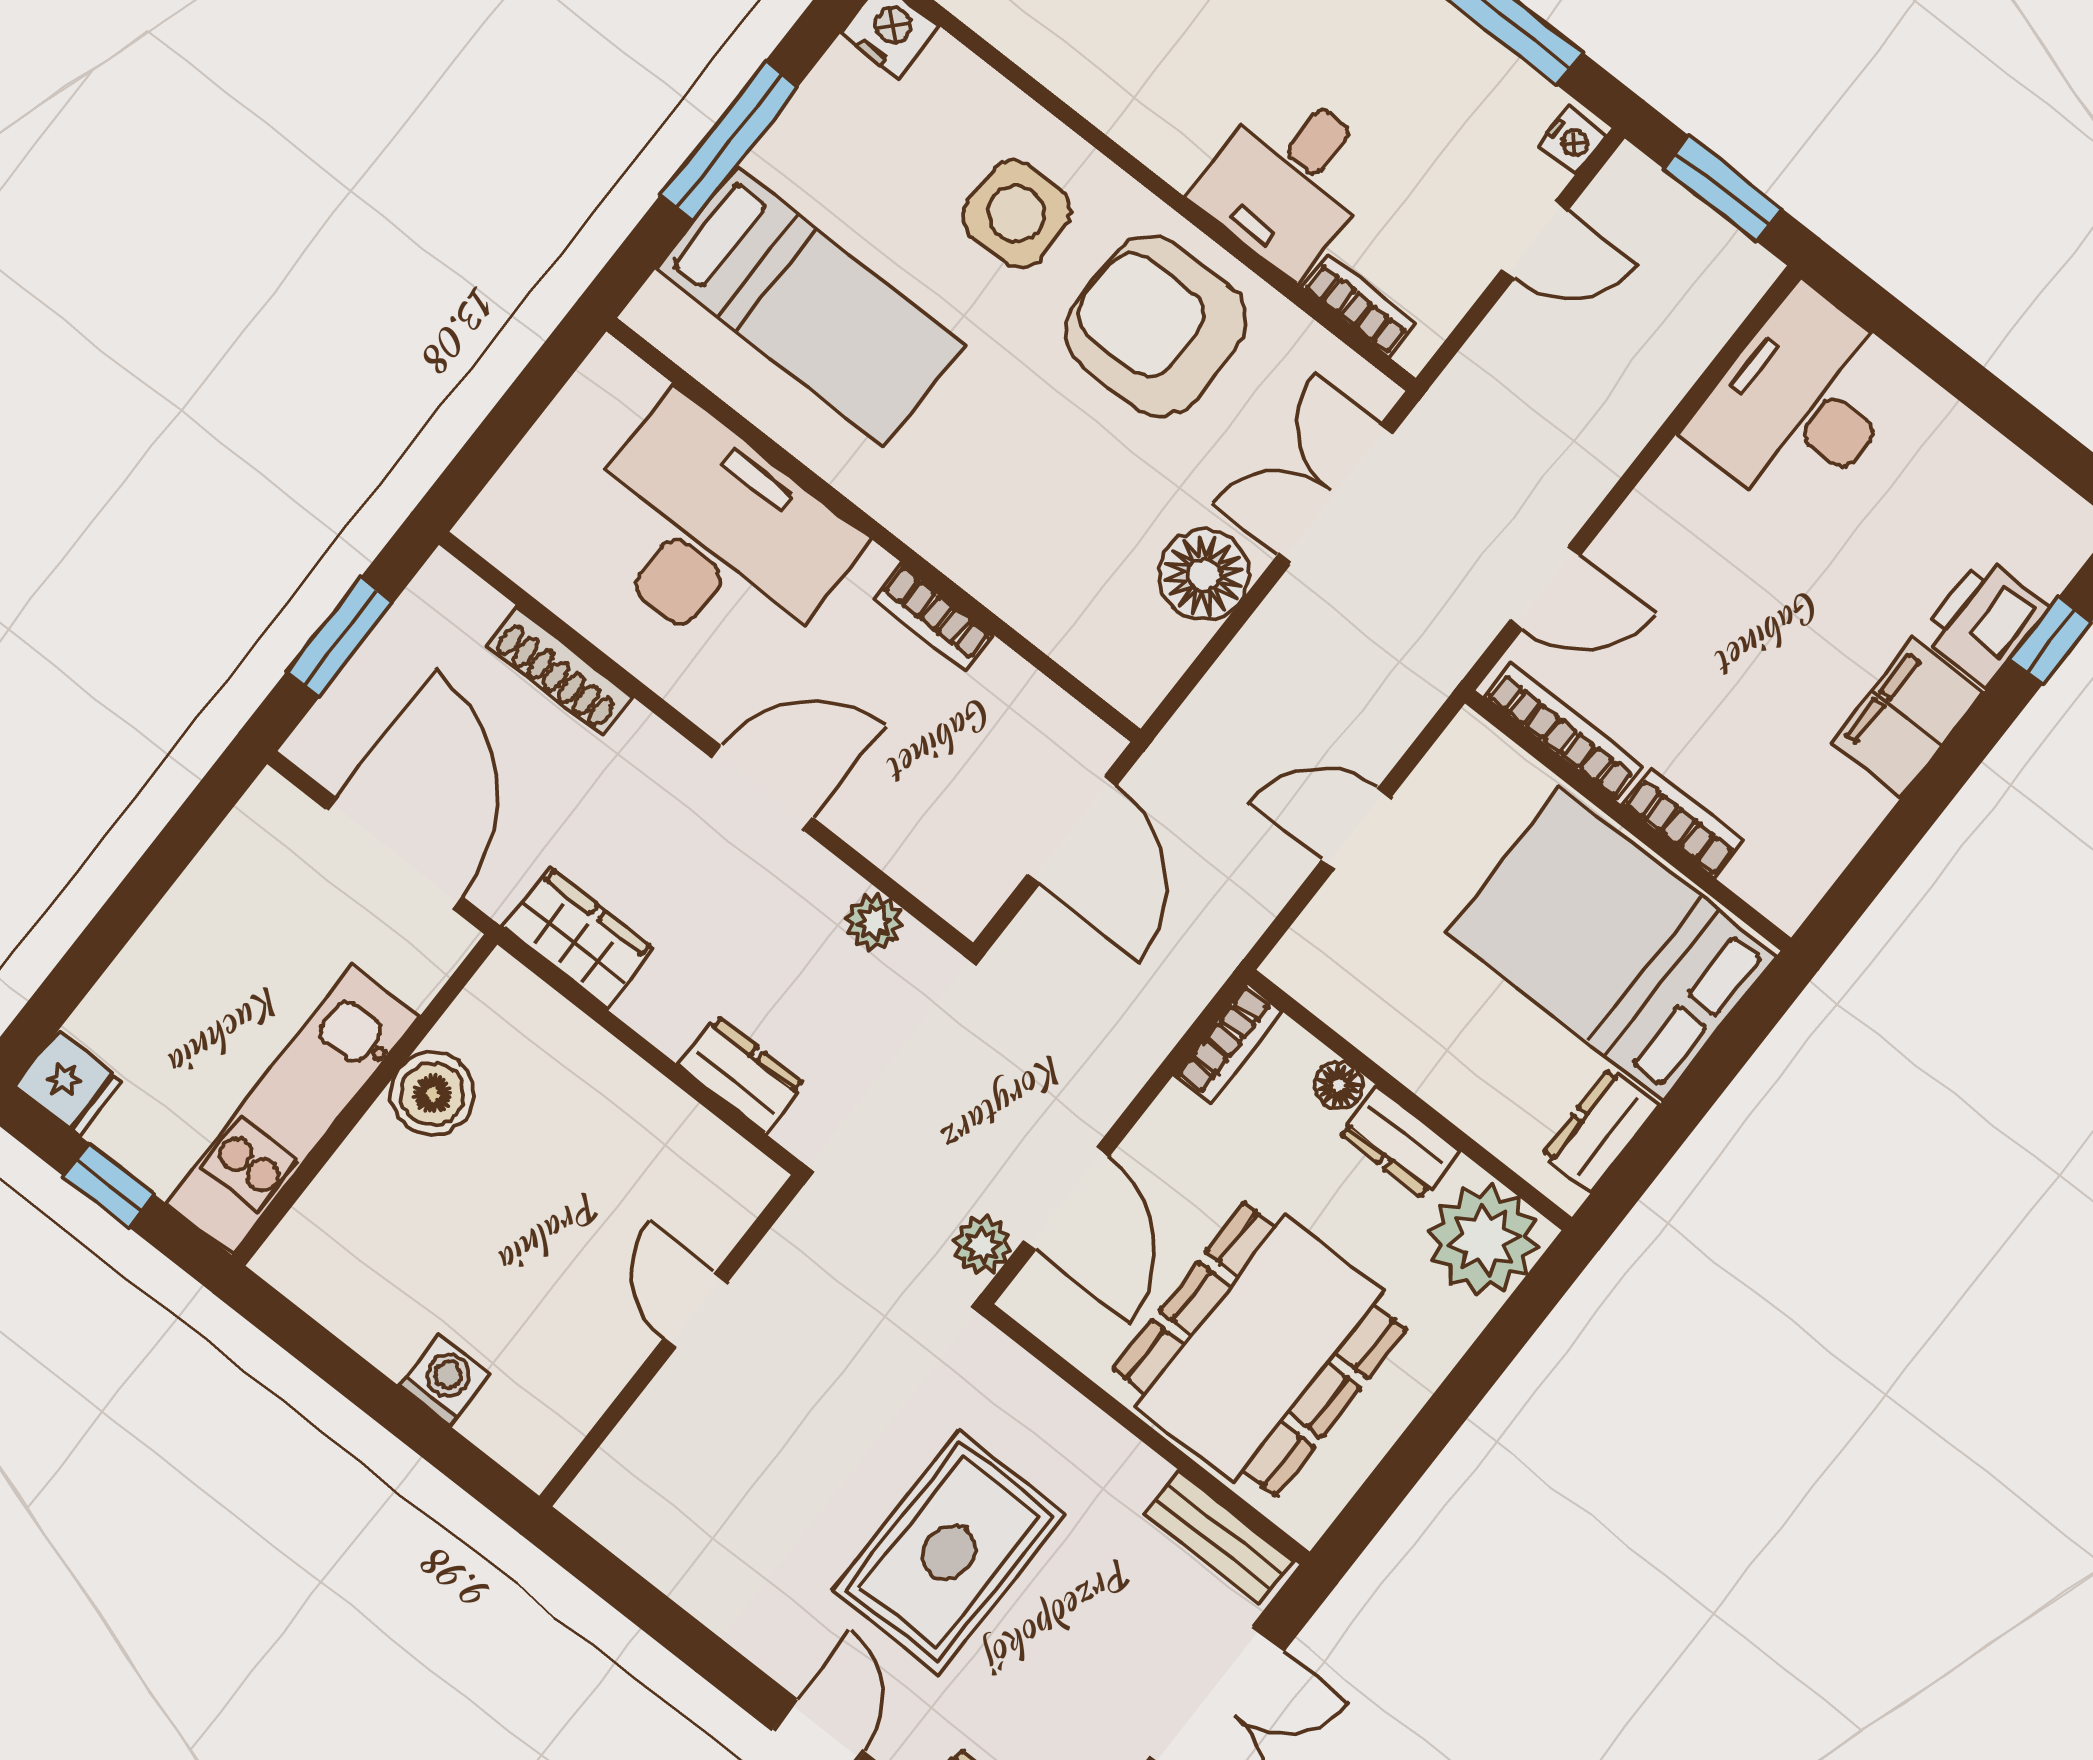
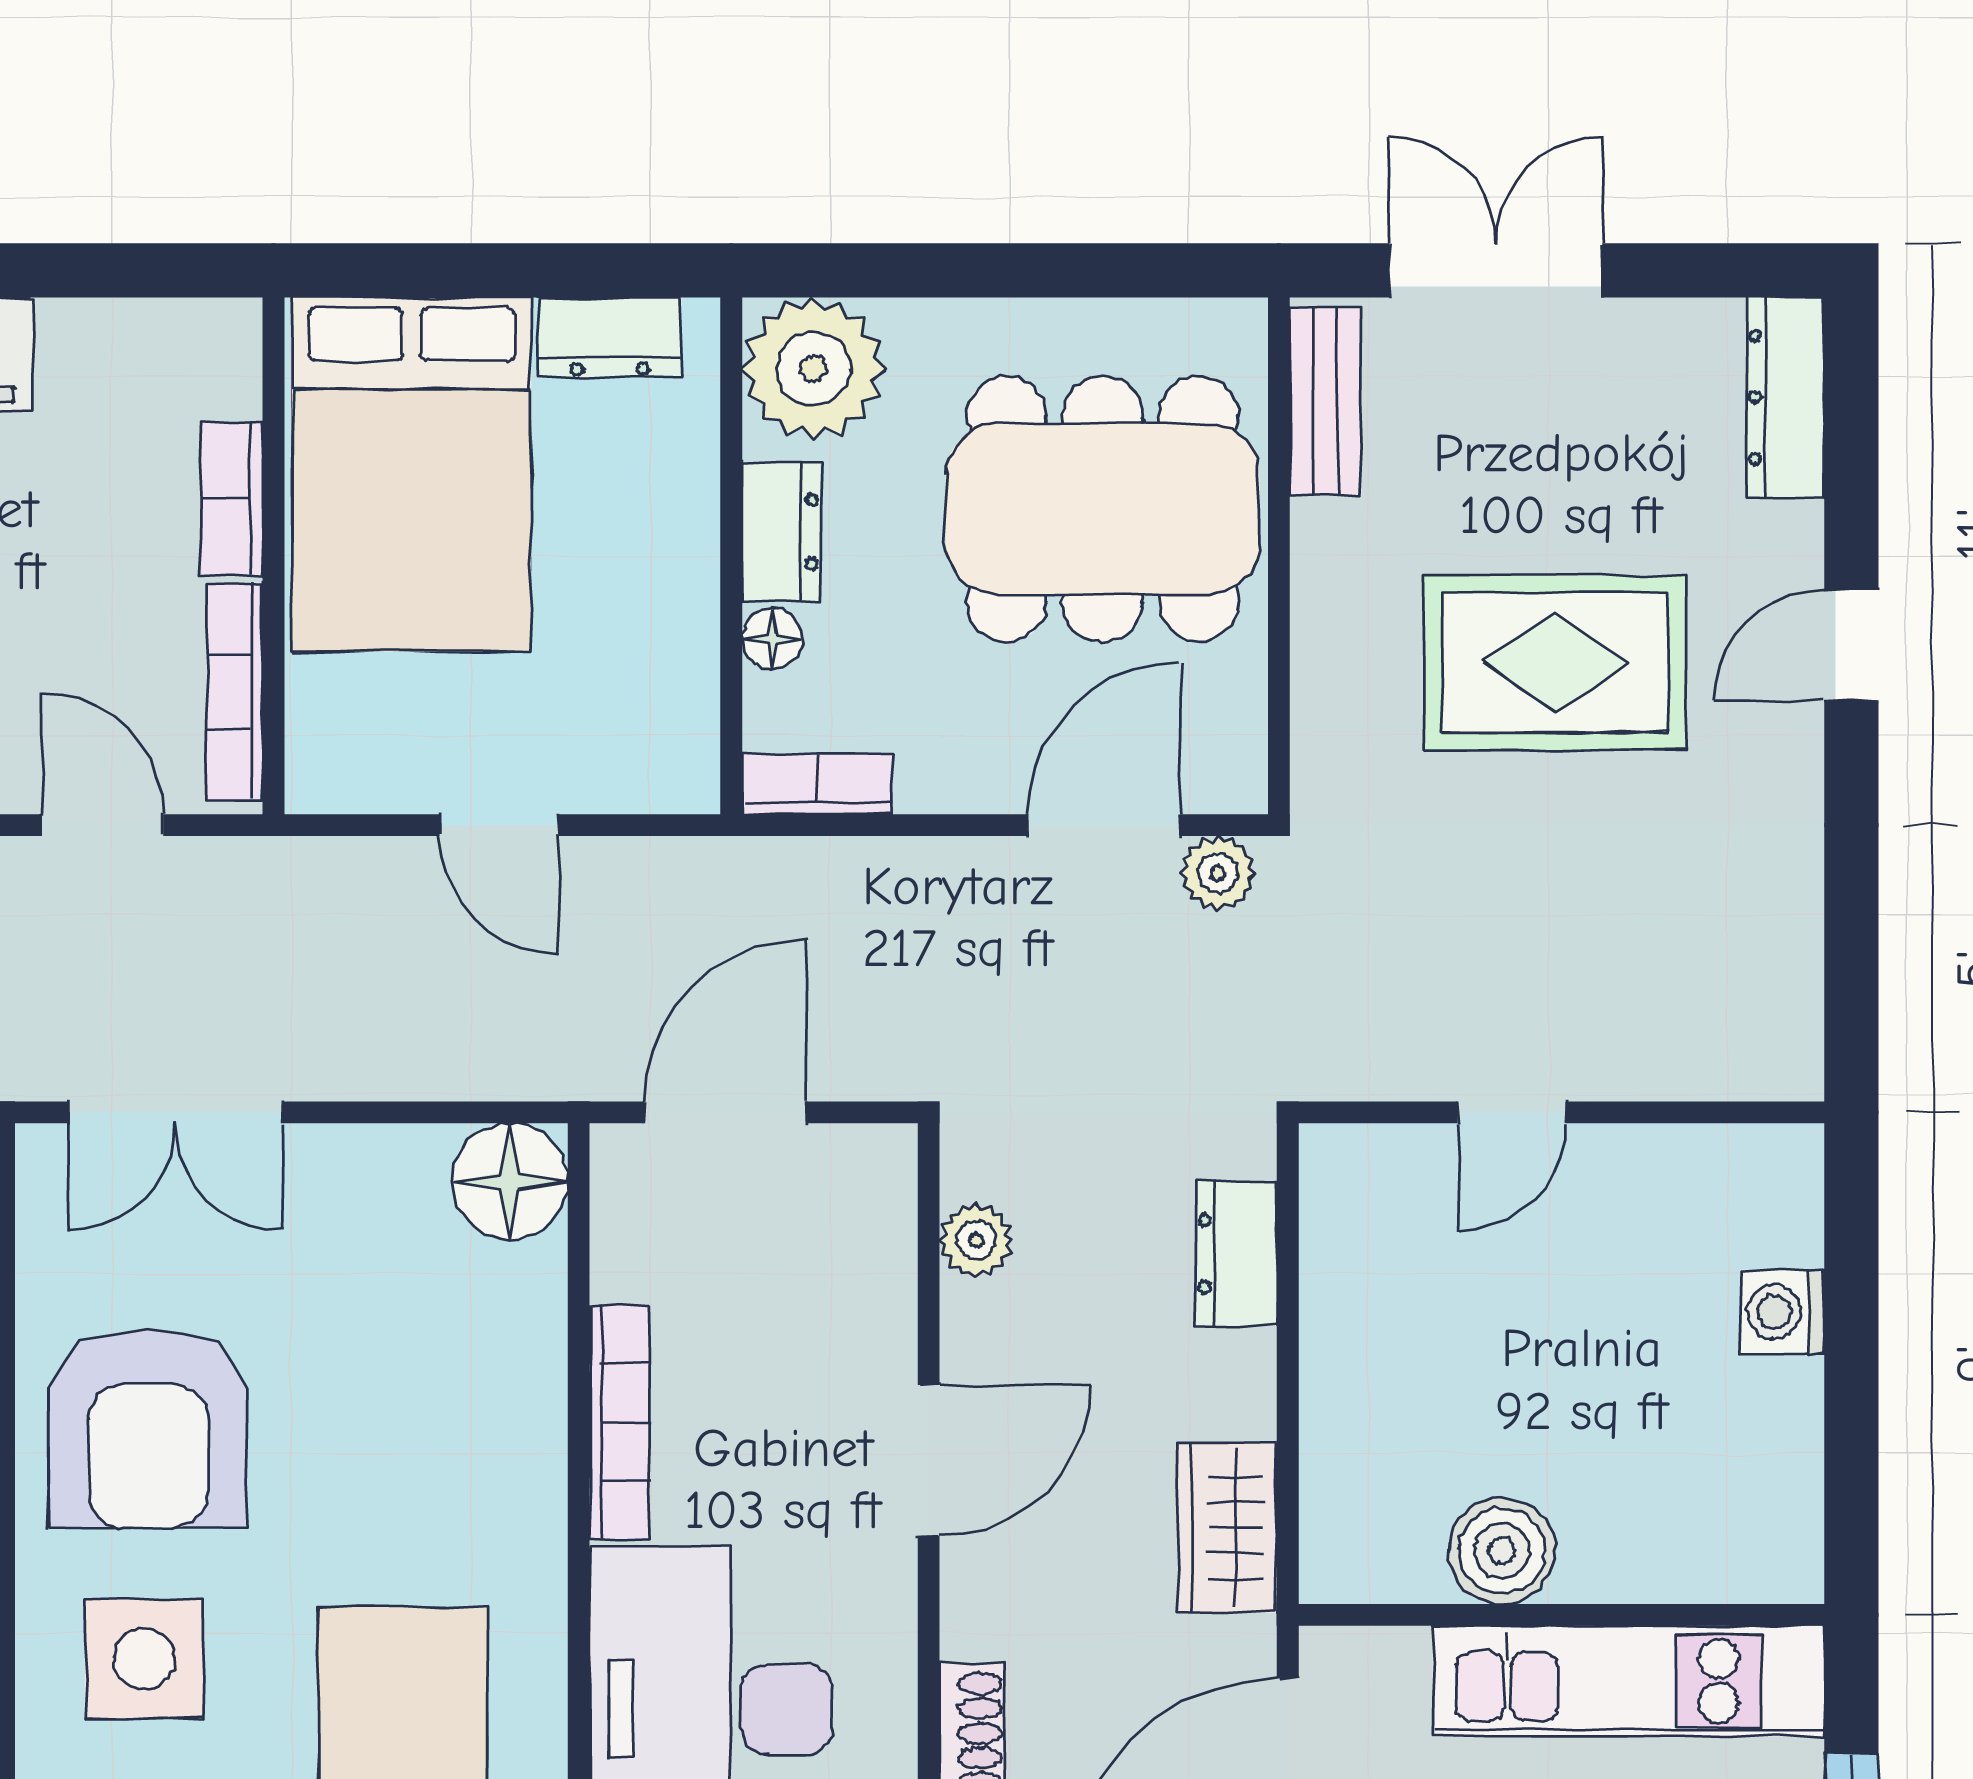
floor lamp: (1204, 575) -> (510, 1181), moved
bookcase: (933, 617) -> (619, 1422), width x1.56
door: (762, 788) -> (929, 1460), swing flipped

